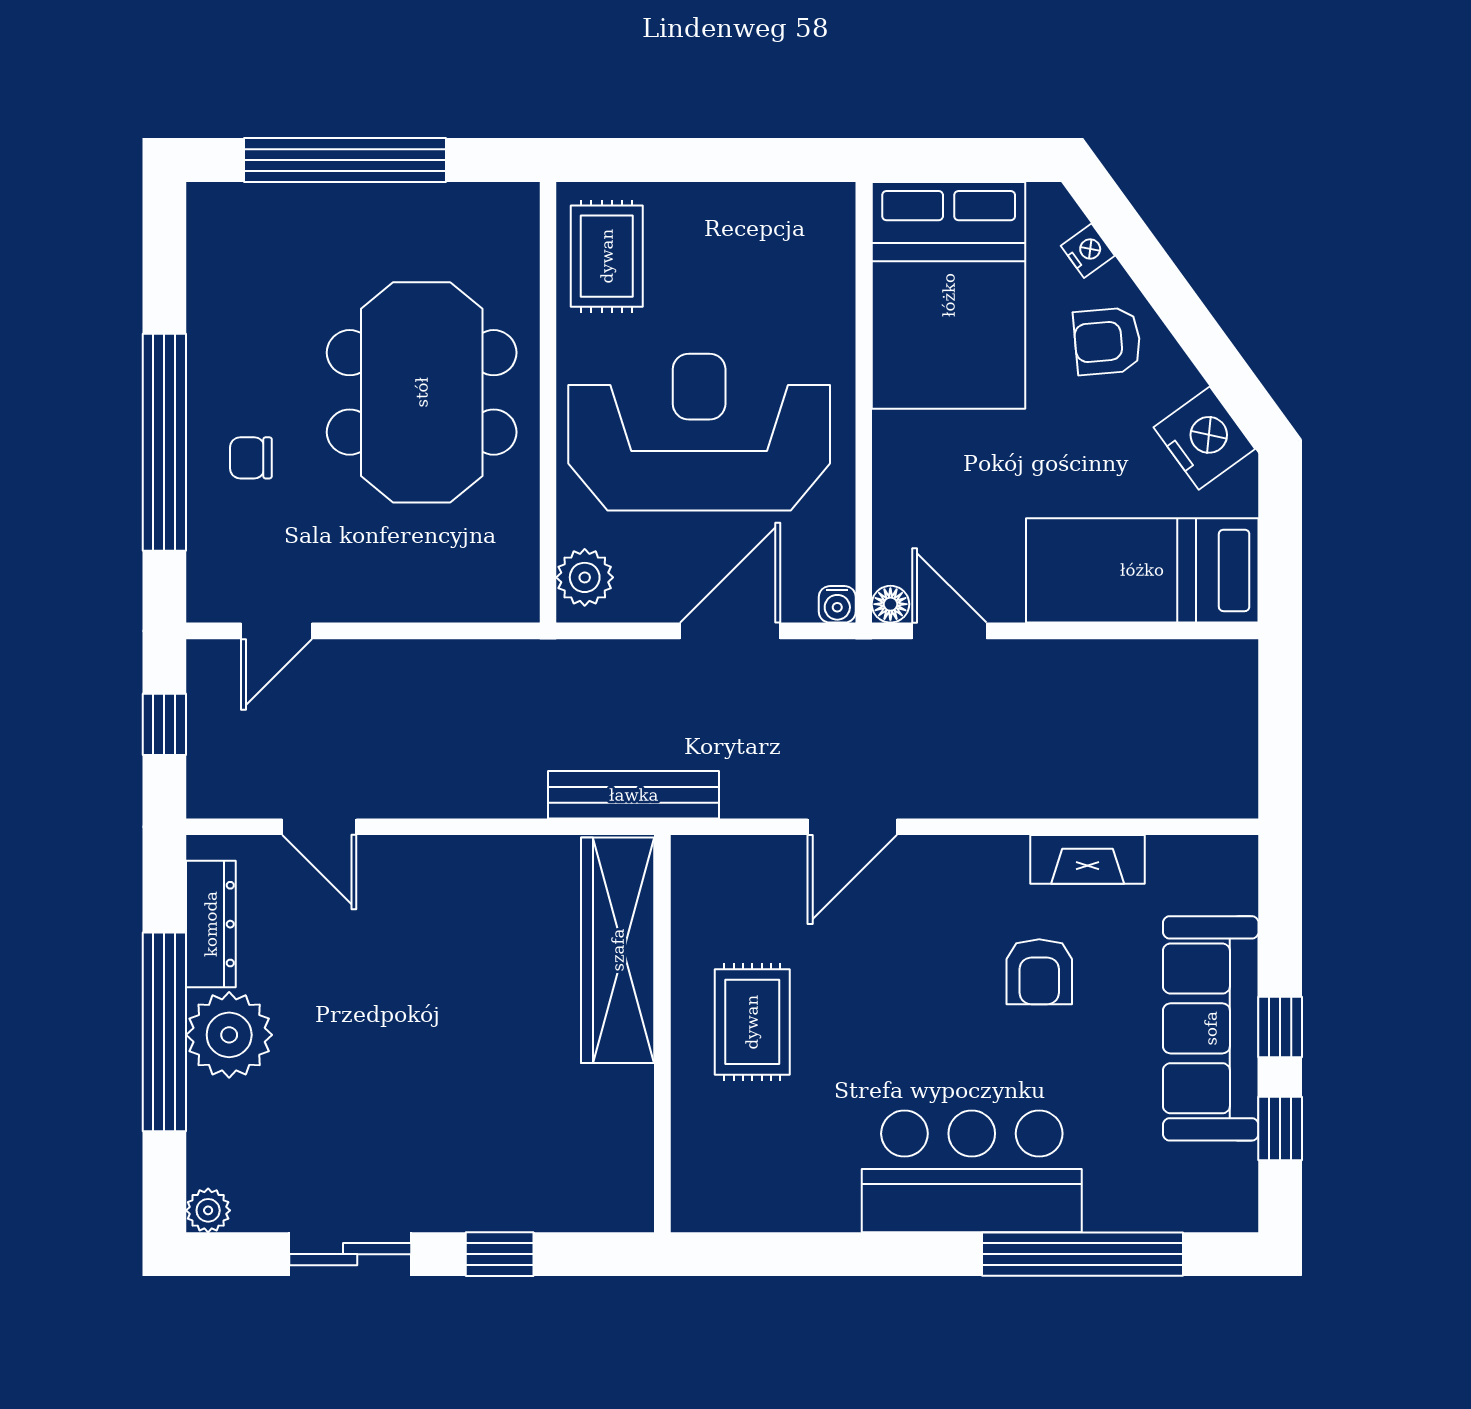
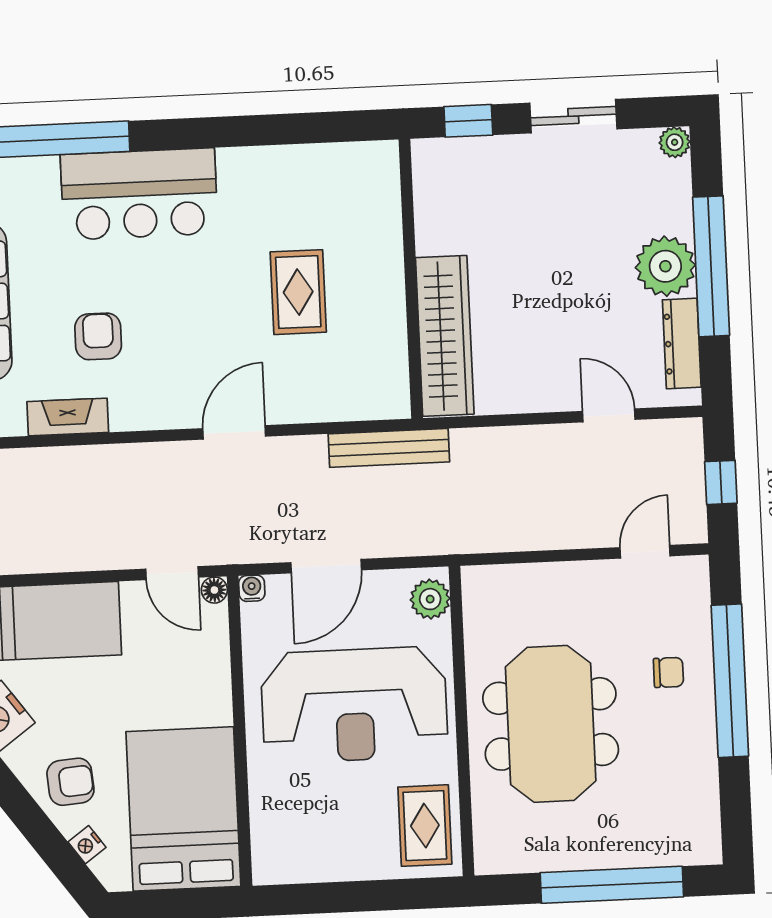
wardrobe: (618, 950) -> (445, 336), moved
wall: (662, 1034) -> (411, 279), moved

